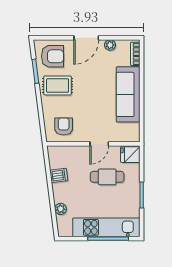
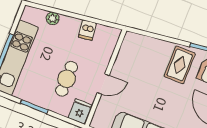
armchair: (64, 126) -> (135, 55), removed
door: (99, 144) -> (103, 84), swing flipped

